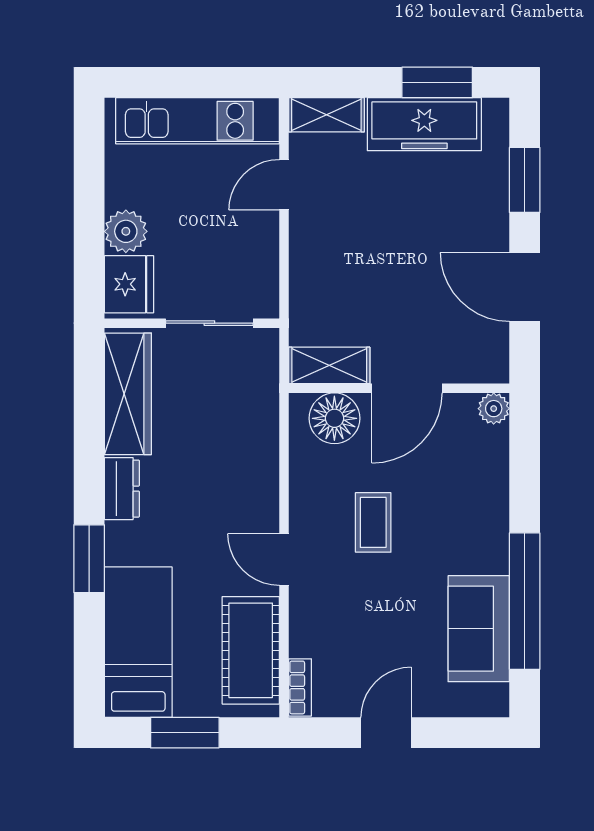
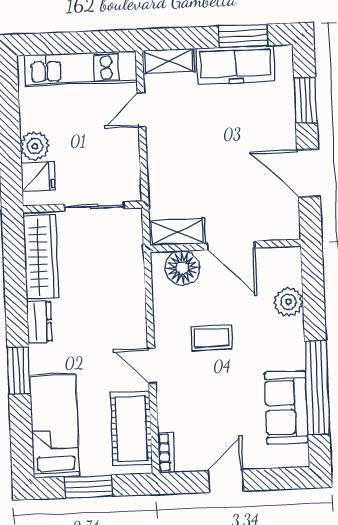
fridge: (129, 284) -> (38, 177), width x0.72
door: (407, 388) -> (231, 245), hinge flipped
plant: (494, 409) -> (288, 302), moved, width x1.38, depth x1.38
coffee table: (373, 522) -> (212, 338), turned 90

